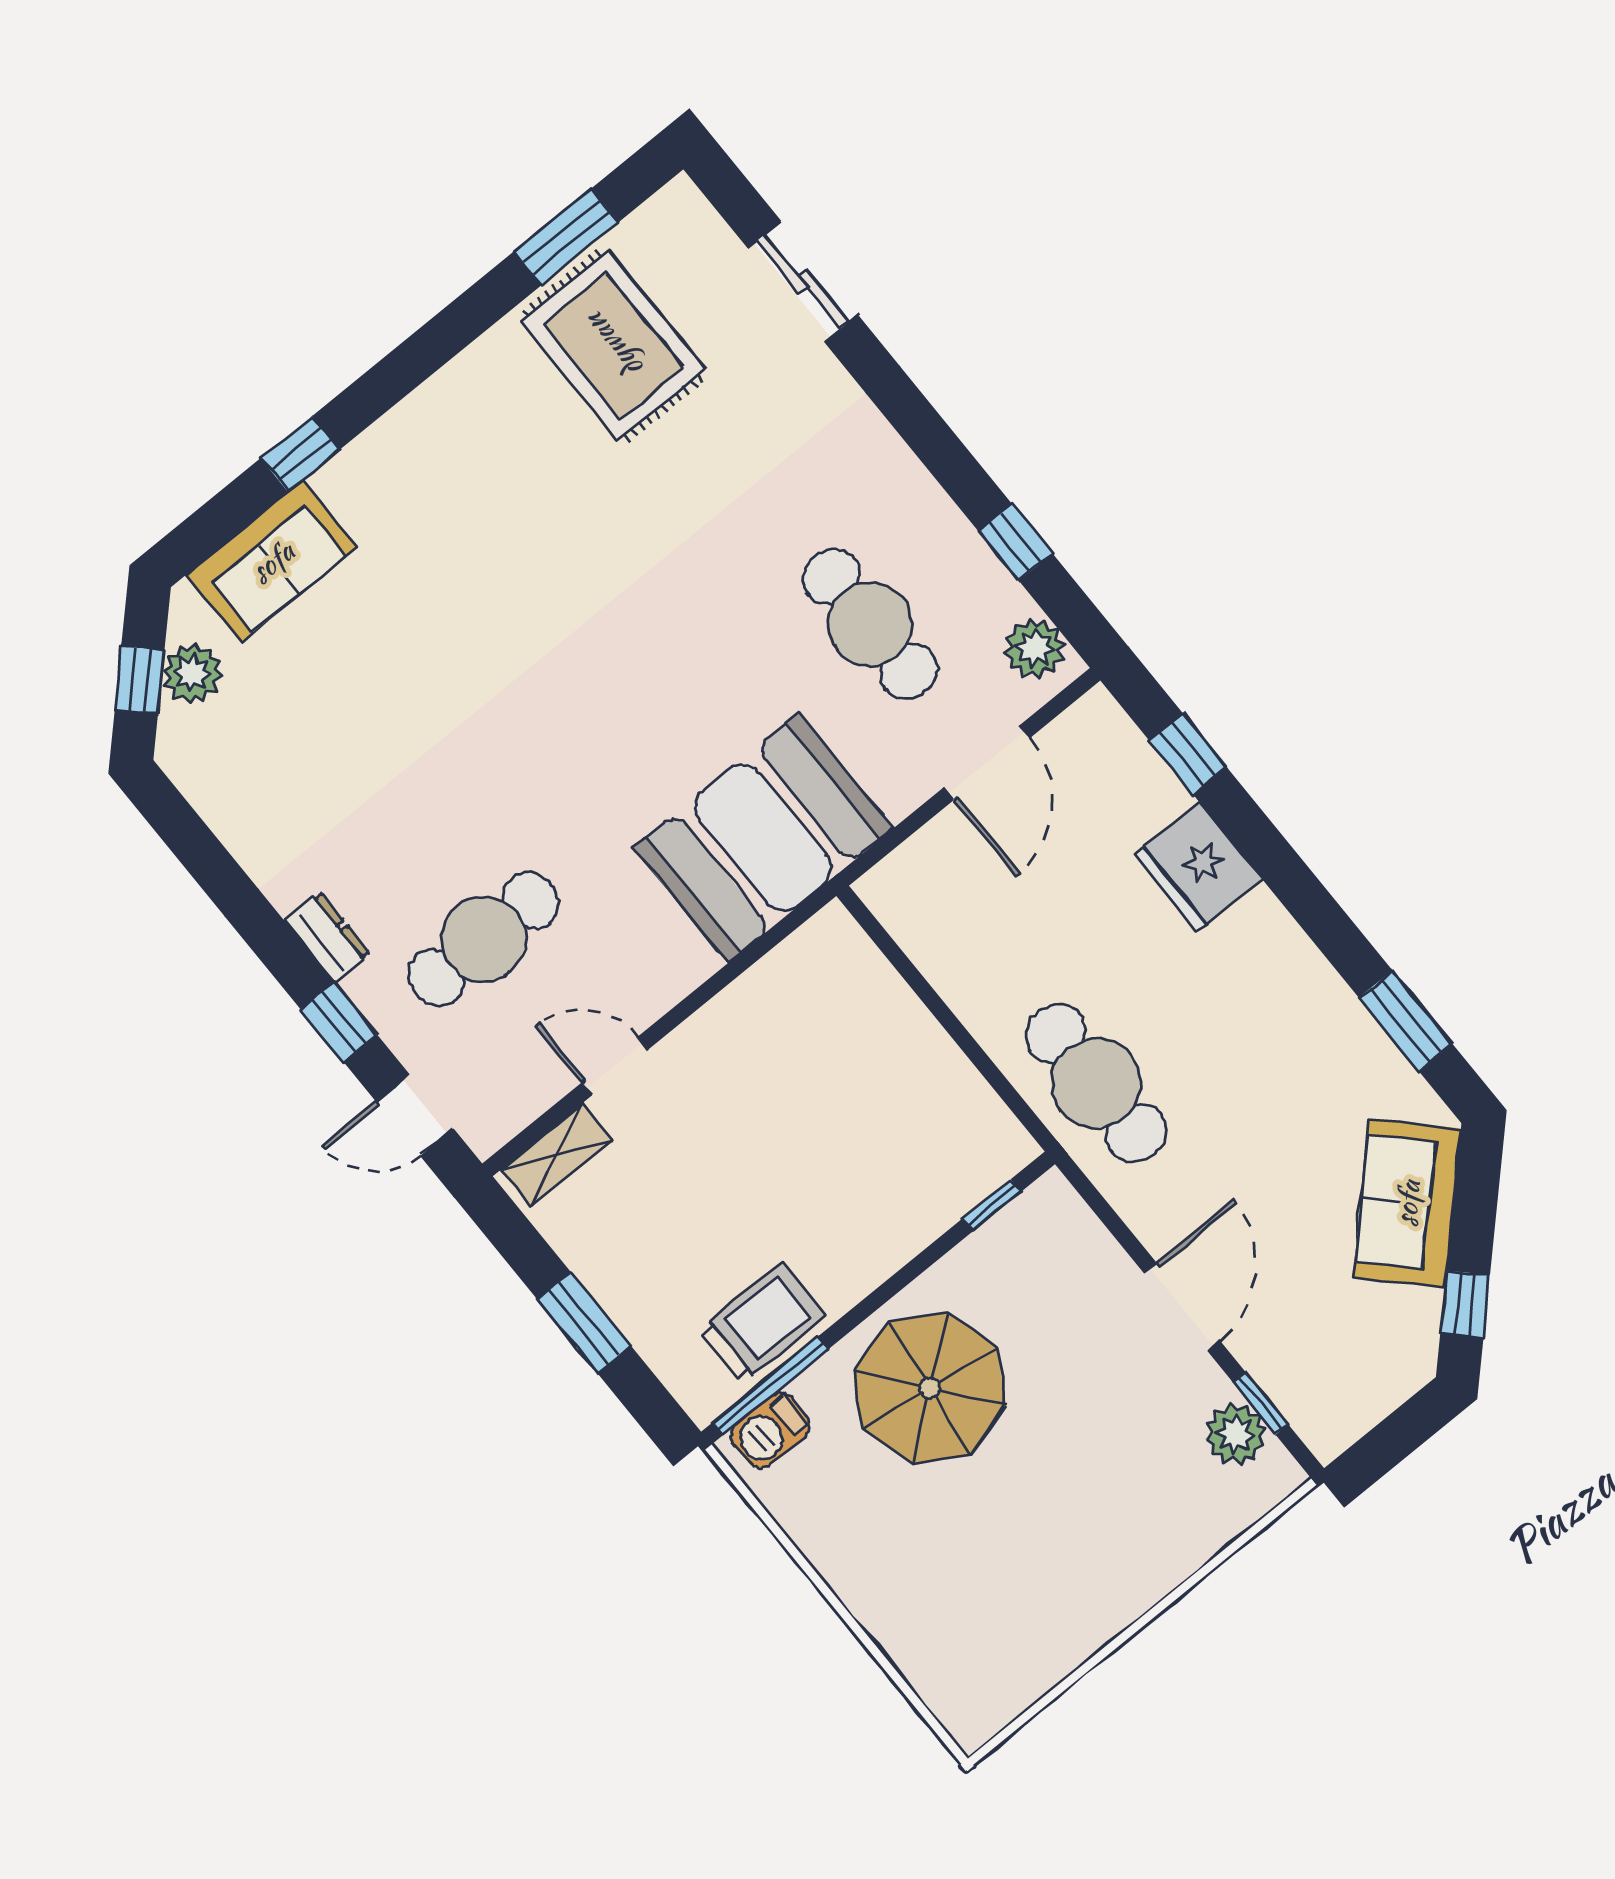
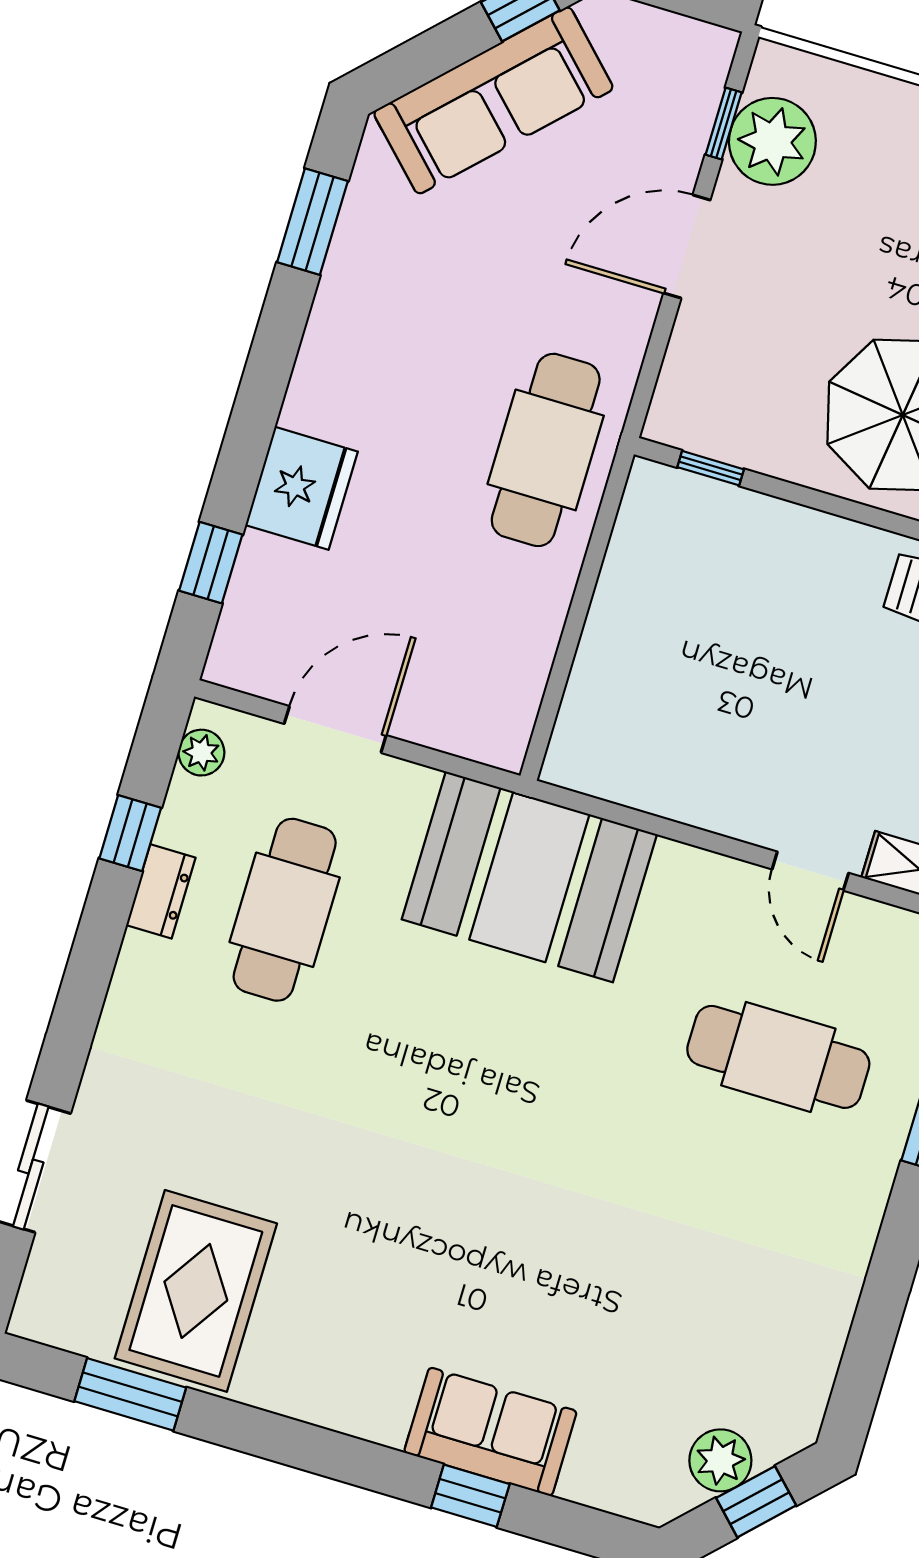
sofa: (272, 561) -> (490, 1432), moved
plant: (1035, 648) -> (201, 753), width x0.73, depth x0.73
dresser: (328, 938) -> (161, 891), moved, turned 180
sofa: (1407, 1203) -> (493, 100), width x1.36
plant: (1236, 1434) -> (772, 141), width x1.36, depth x1.36

